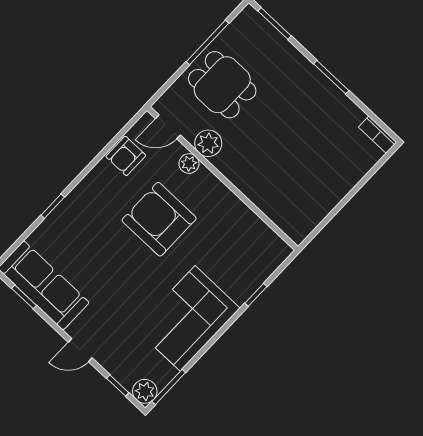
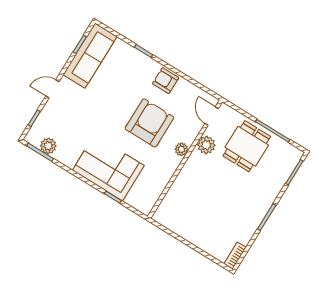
armchair: (126, 156) -> (166, 81), moved
plant: (189, 164) -> (181, 149), moved
corner sofa: (188, 318) -> (108, 168), moved
door: (80, 350) -> (52, 89), hinge flipped
plant: (145, 391) -> (48, 146), moved

